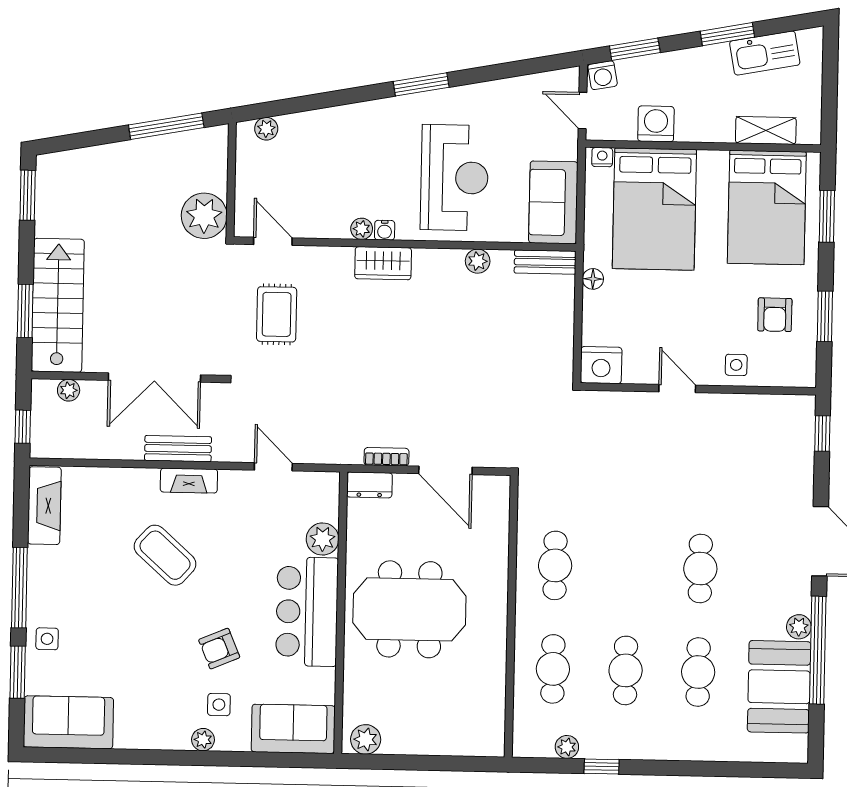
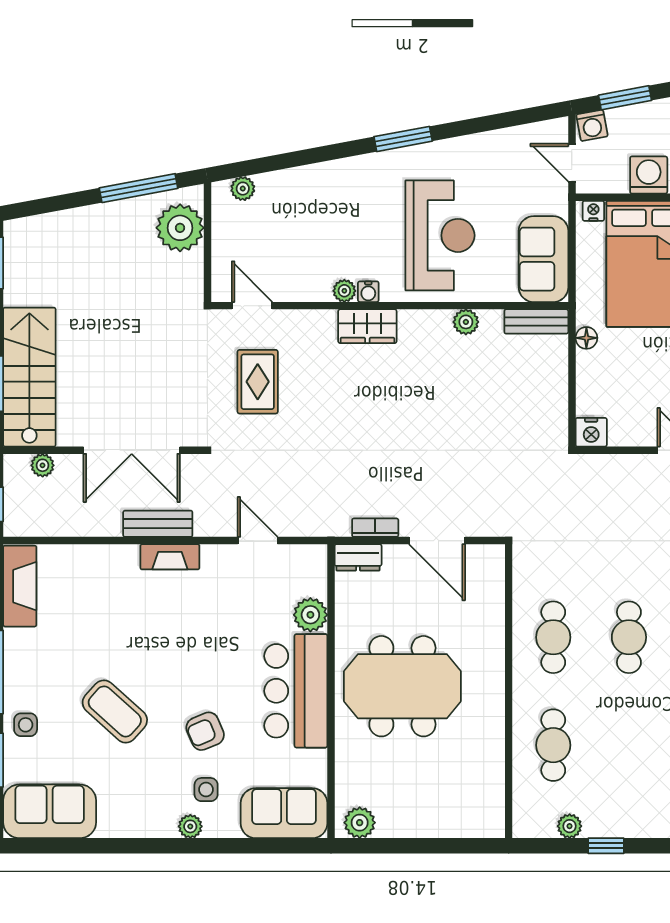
plant: (204, 216) -> (180, 228), moved
nightstand: (601, 365) -> (591, 432), width x0.74, depth x0.75
coffee table: (165, 555) -> (115, 711), moved
cafe table: (626, 670) -> (629, 637), moved

